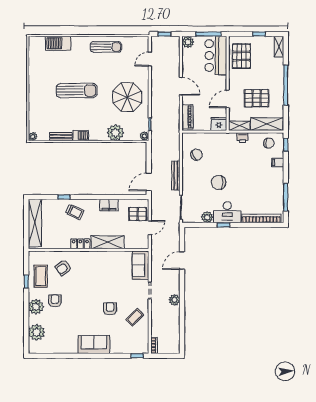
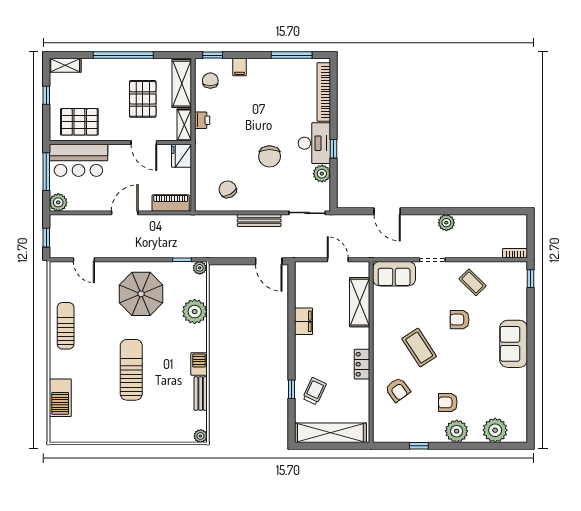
trolley: (75, 212) -> (314, 391), moved
pallet: (138, 214) -> (317, 278), removed
shelving: (108, 242) -> (360, 302), moved
coffee table: (41, 276) -> (419, 348), moved, turned 57

